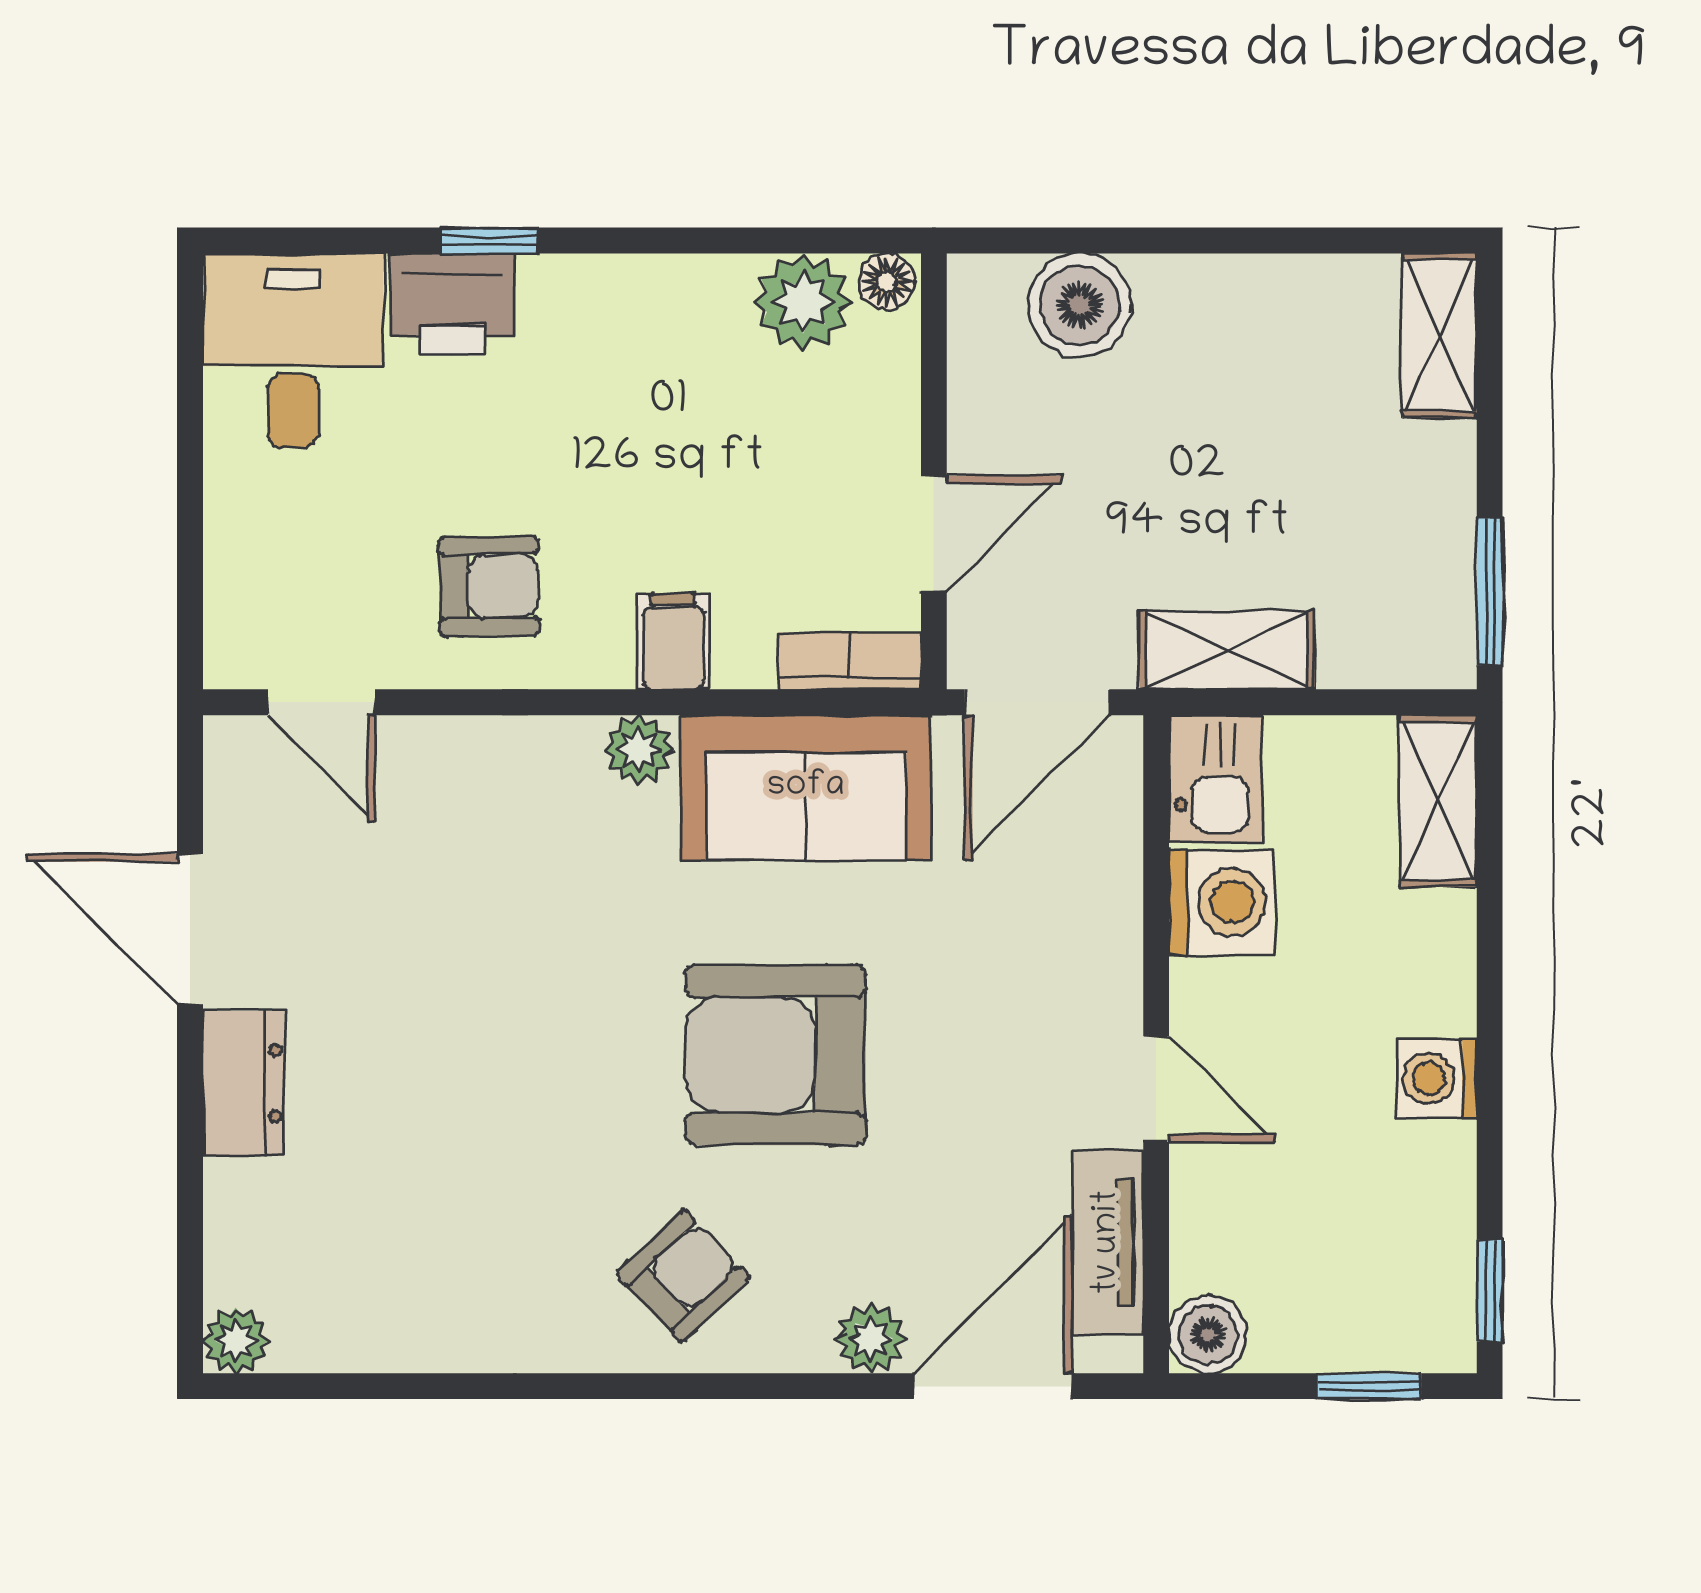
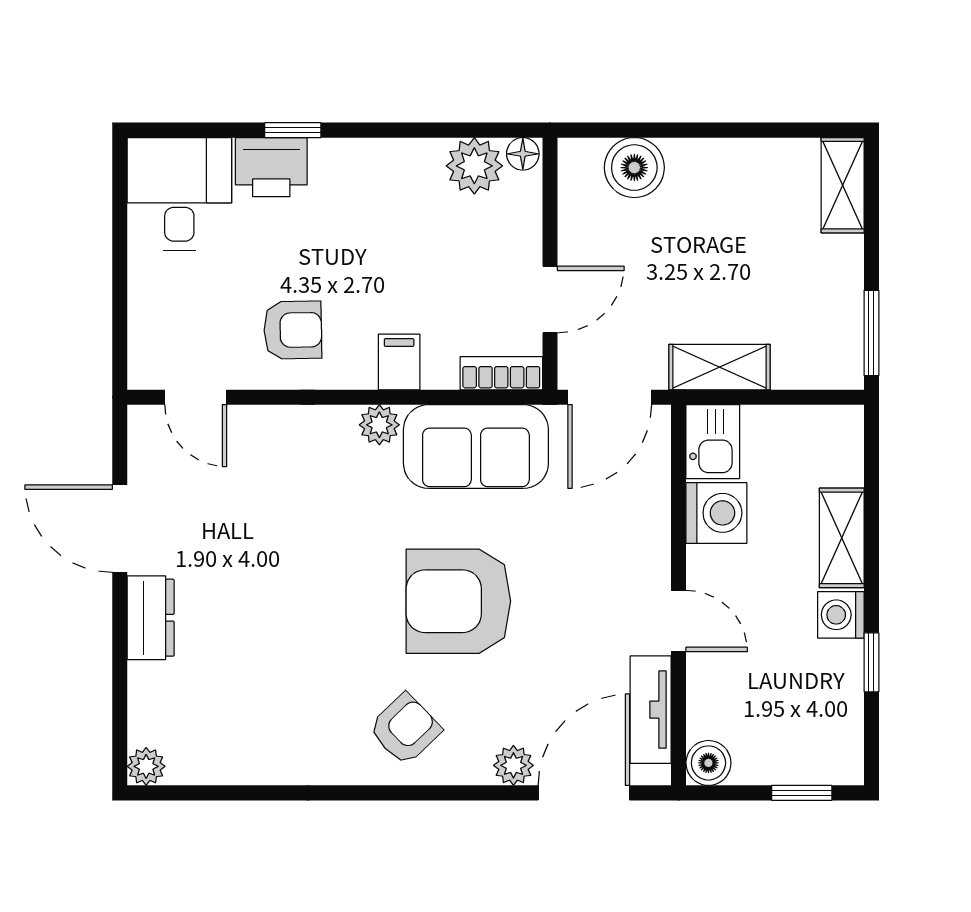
shelving: (1438, 801) -> (842, 538), moved
window: (1490, 1291) -> (871, 662), moved

